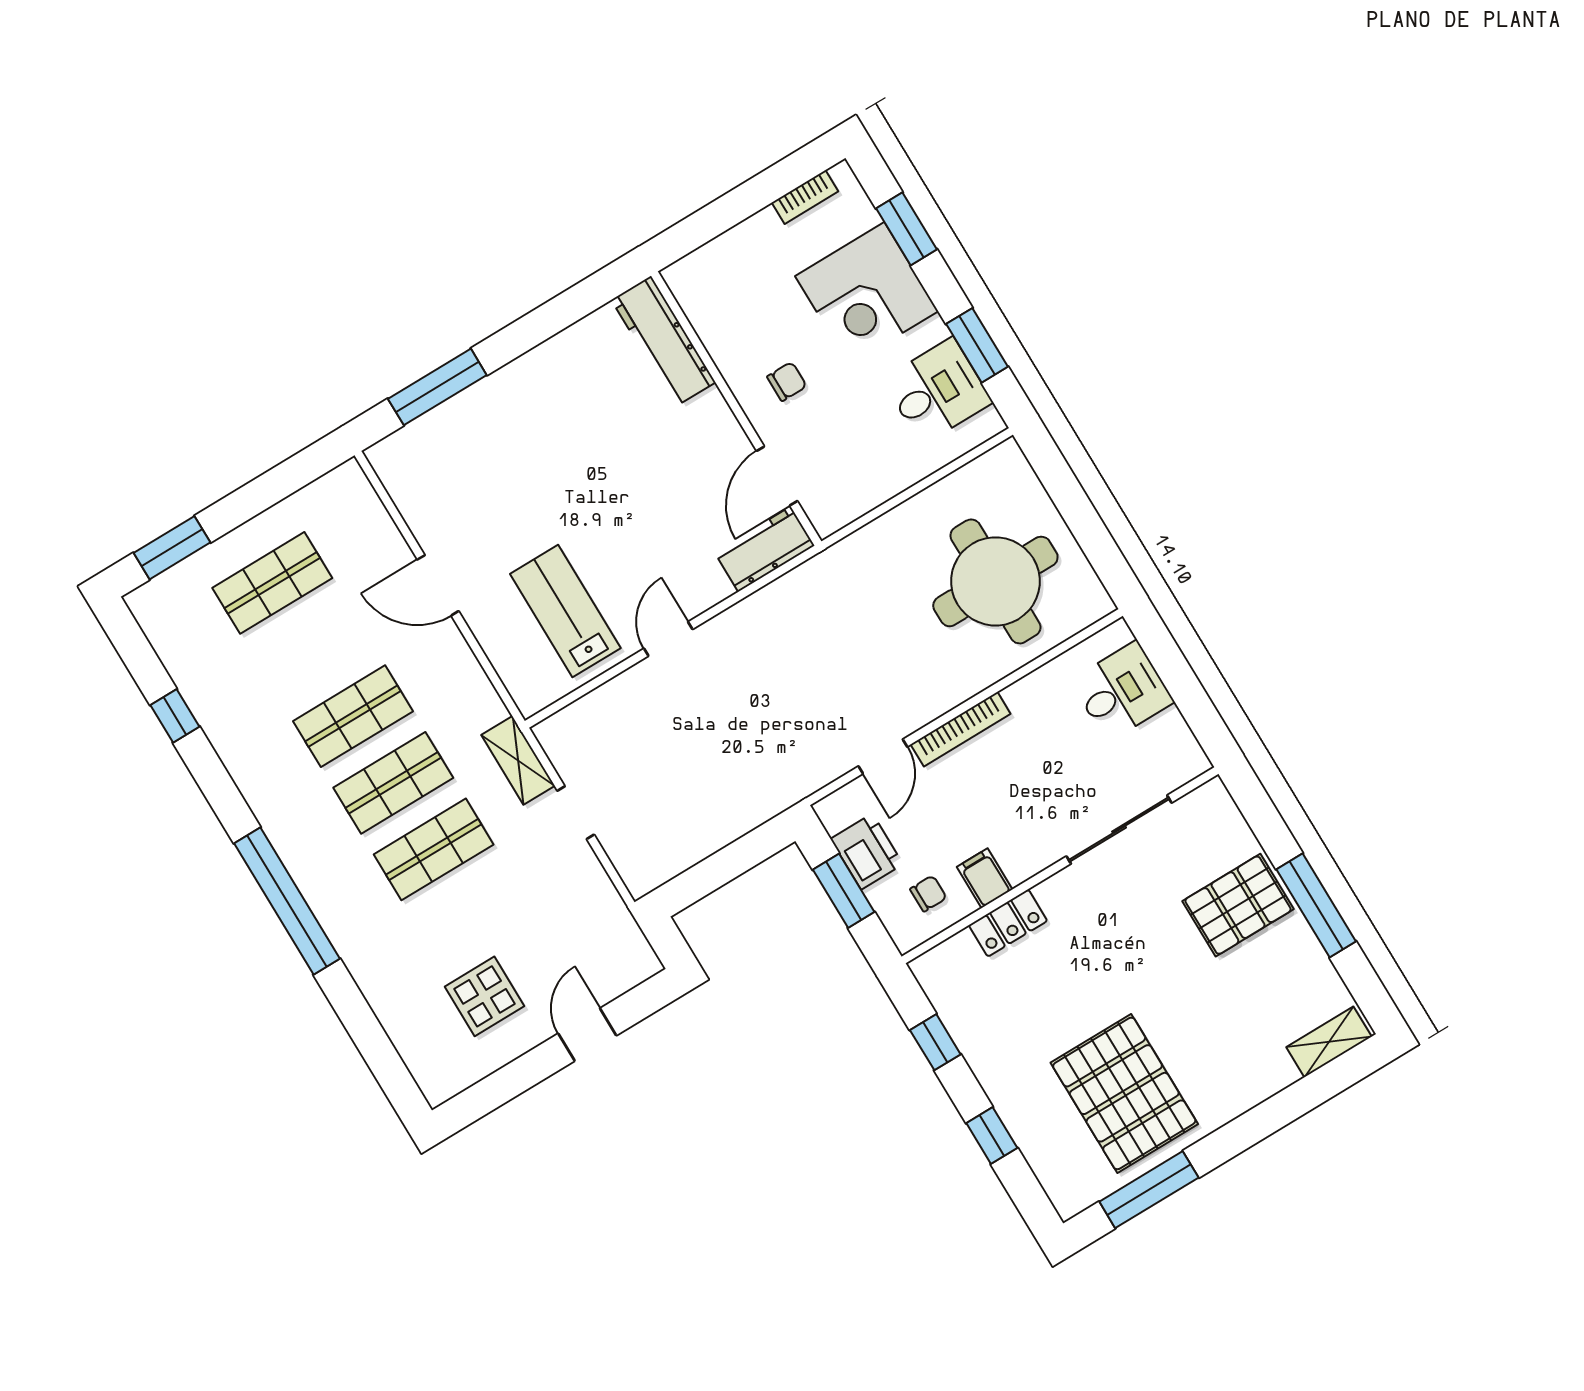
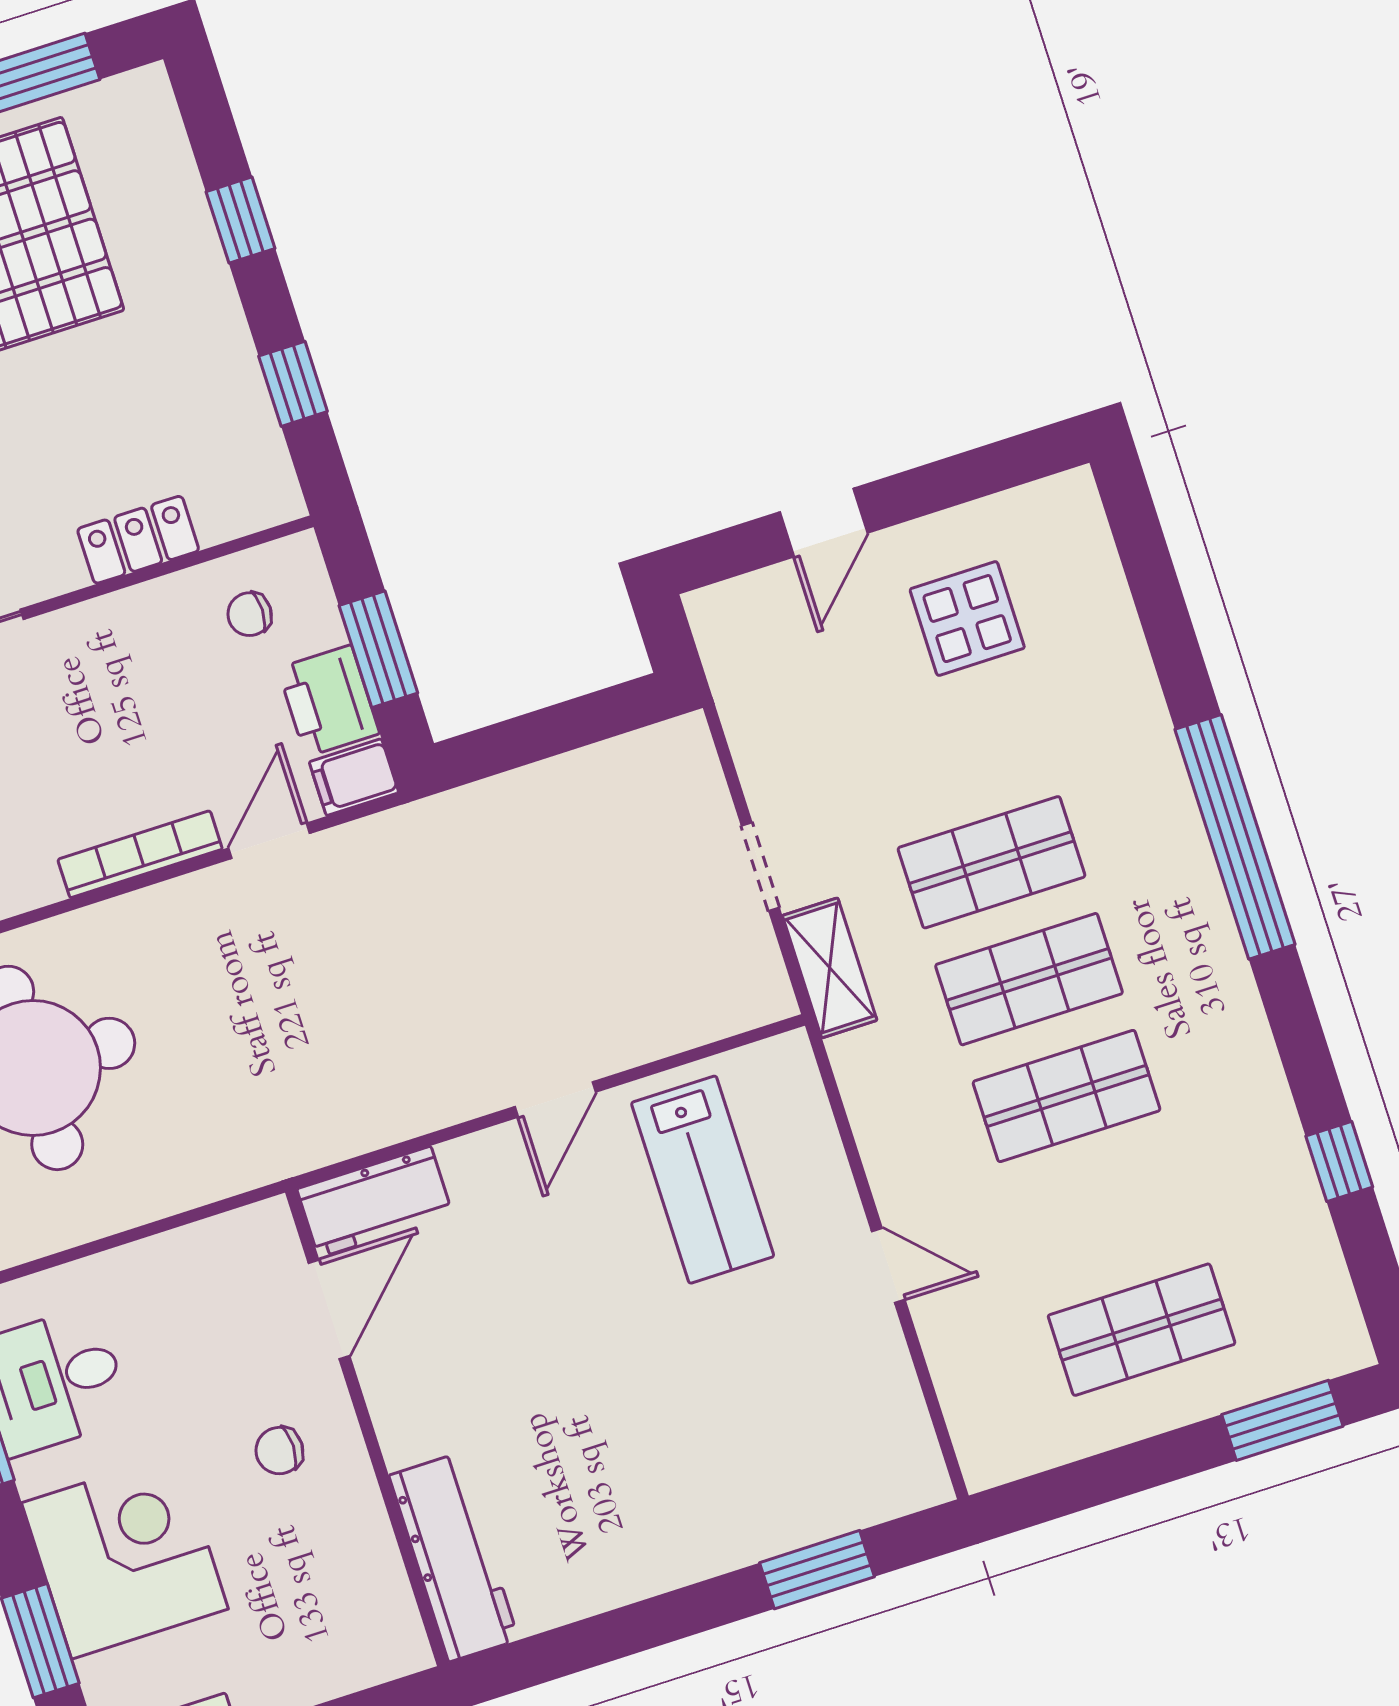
window: (437, 387) -> (817, 1570), width x0.69
door: (438, 585) -> (888, 1265), width x0.73
filing cabinet: (985, 878) -> (354, 777), moved, turned 90

